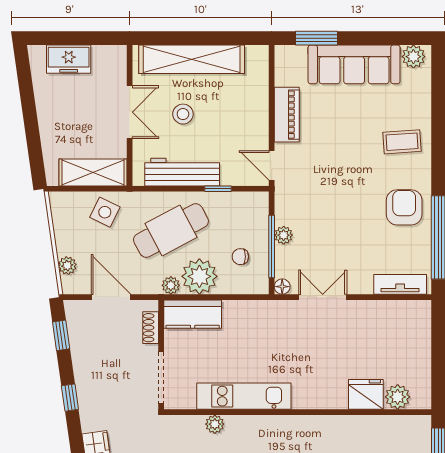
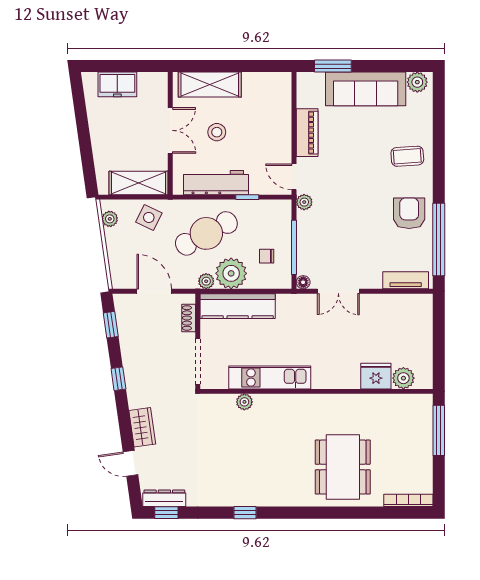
shelving: (192, 59) -> (210, 84), width x0.68
plant: (284, 235) -> (304, 202), moved
plant: (67, 266) -> (110, 219), moved
double door: (323, 297) -> (338, 291), swing flipped
kitchen counter: (193, 314) -> (238, 306), width x1.50

